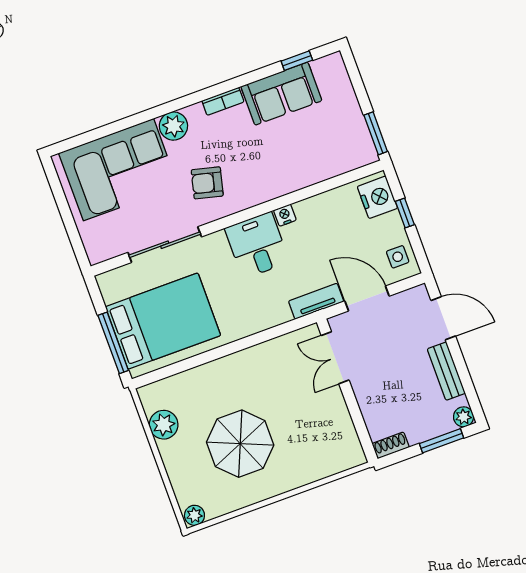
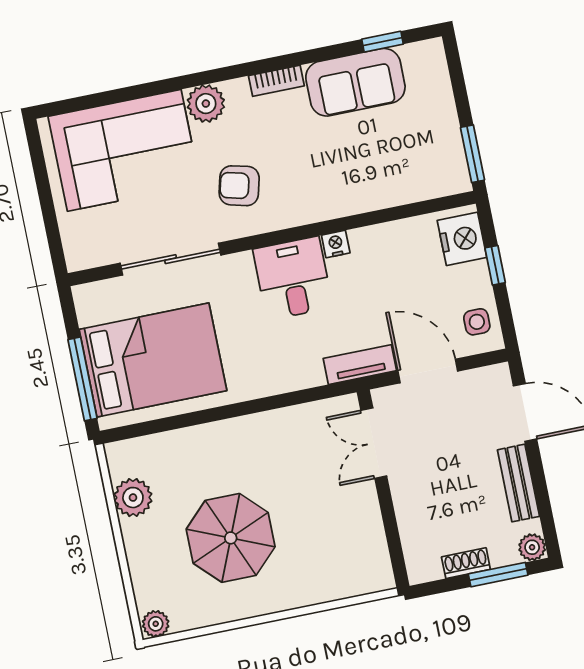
shoe rack: (391, 445) -> (466, 563), moved

